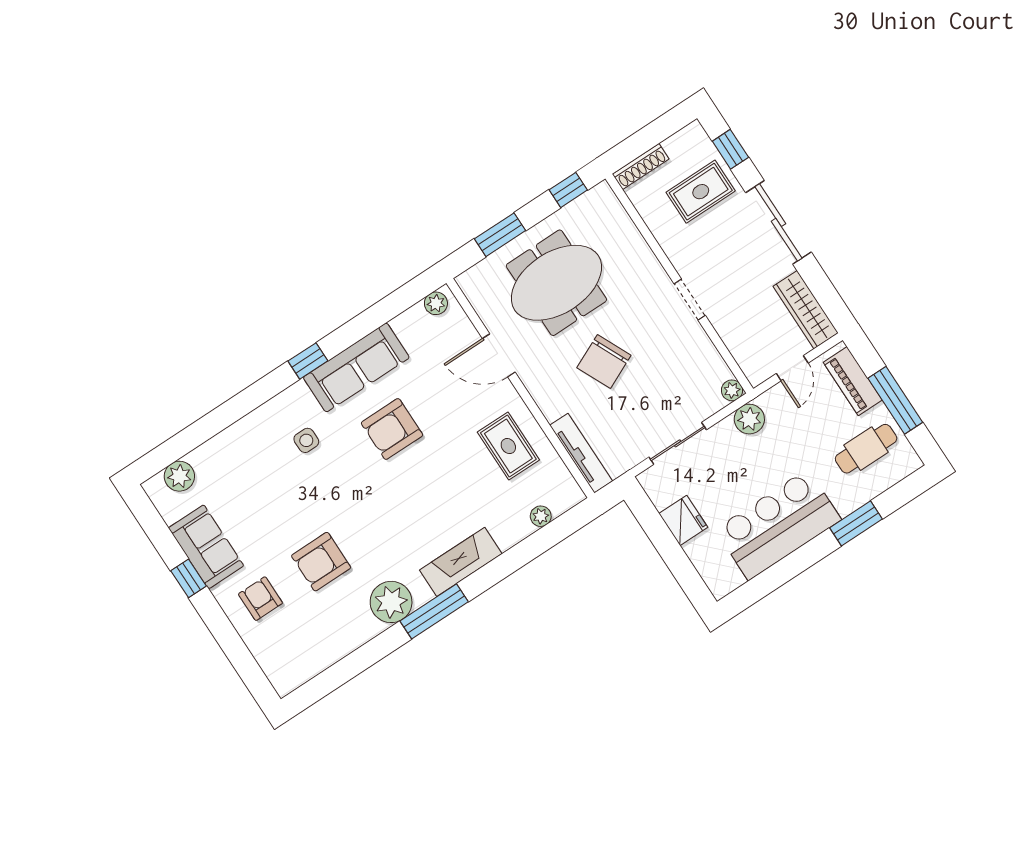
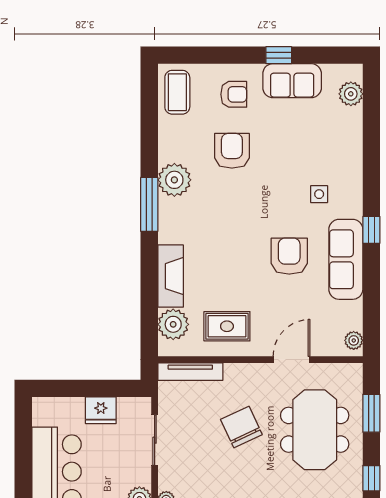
plant: (541, 516) -> (173, 324), width x1.87, depth x1.87
fireplace: (461, 562) -> (171, 276), moved
coffee table: (297, 659) -> (177, 92), added

